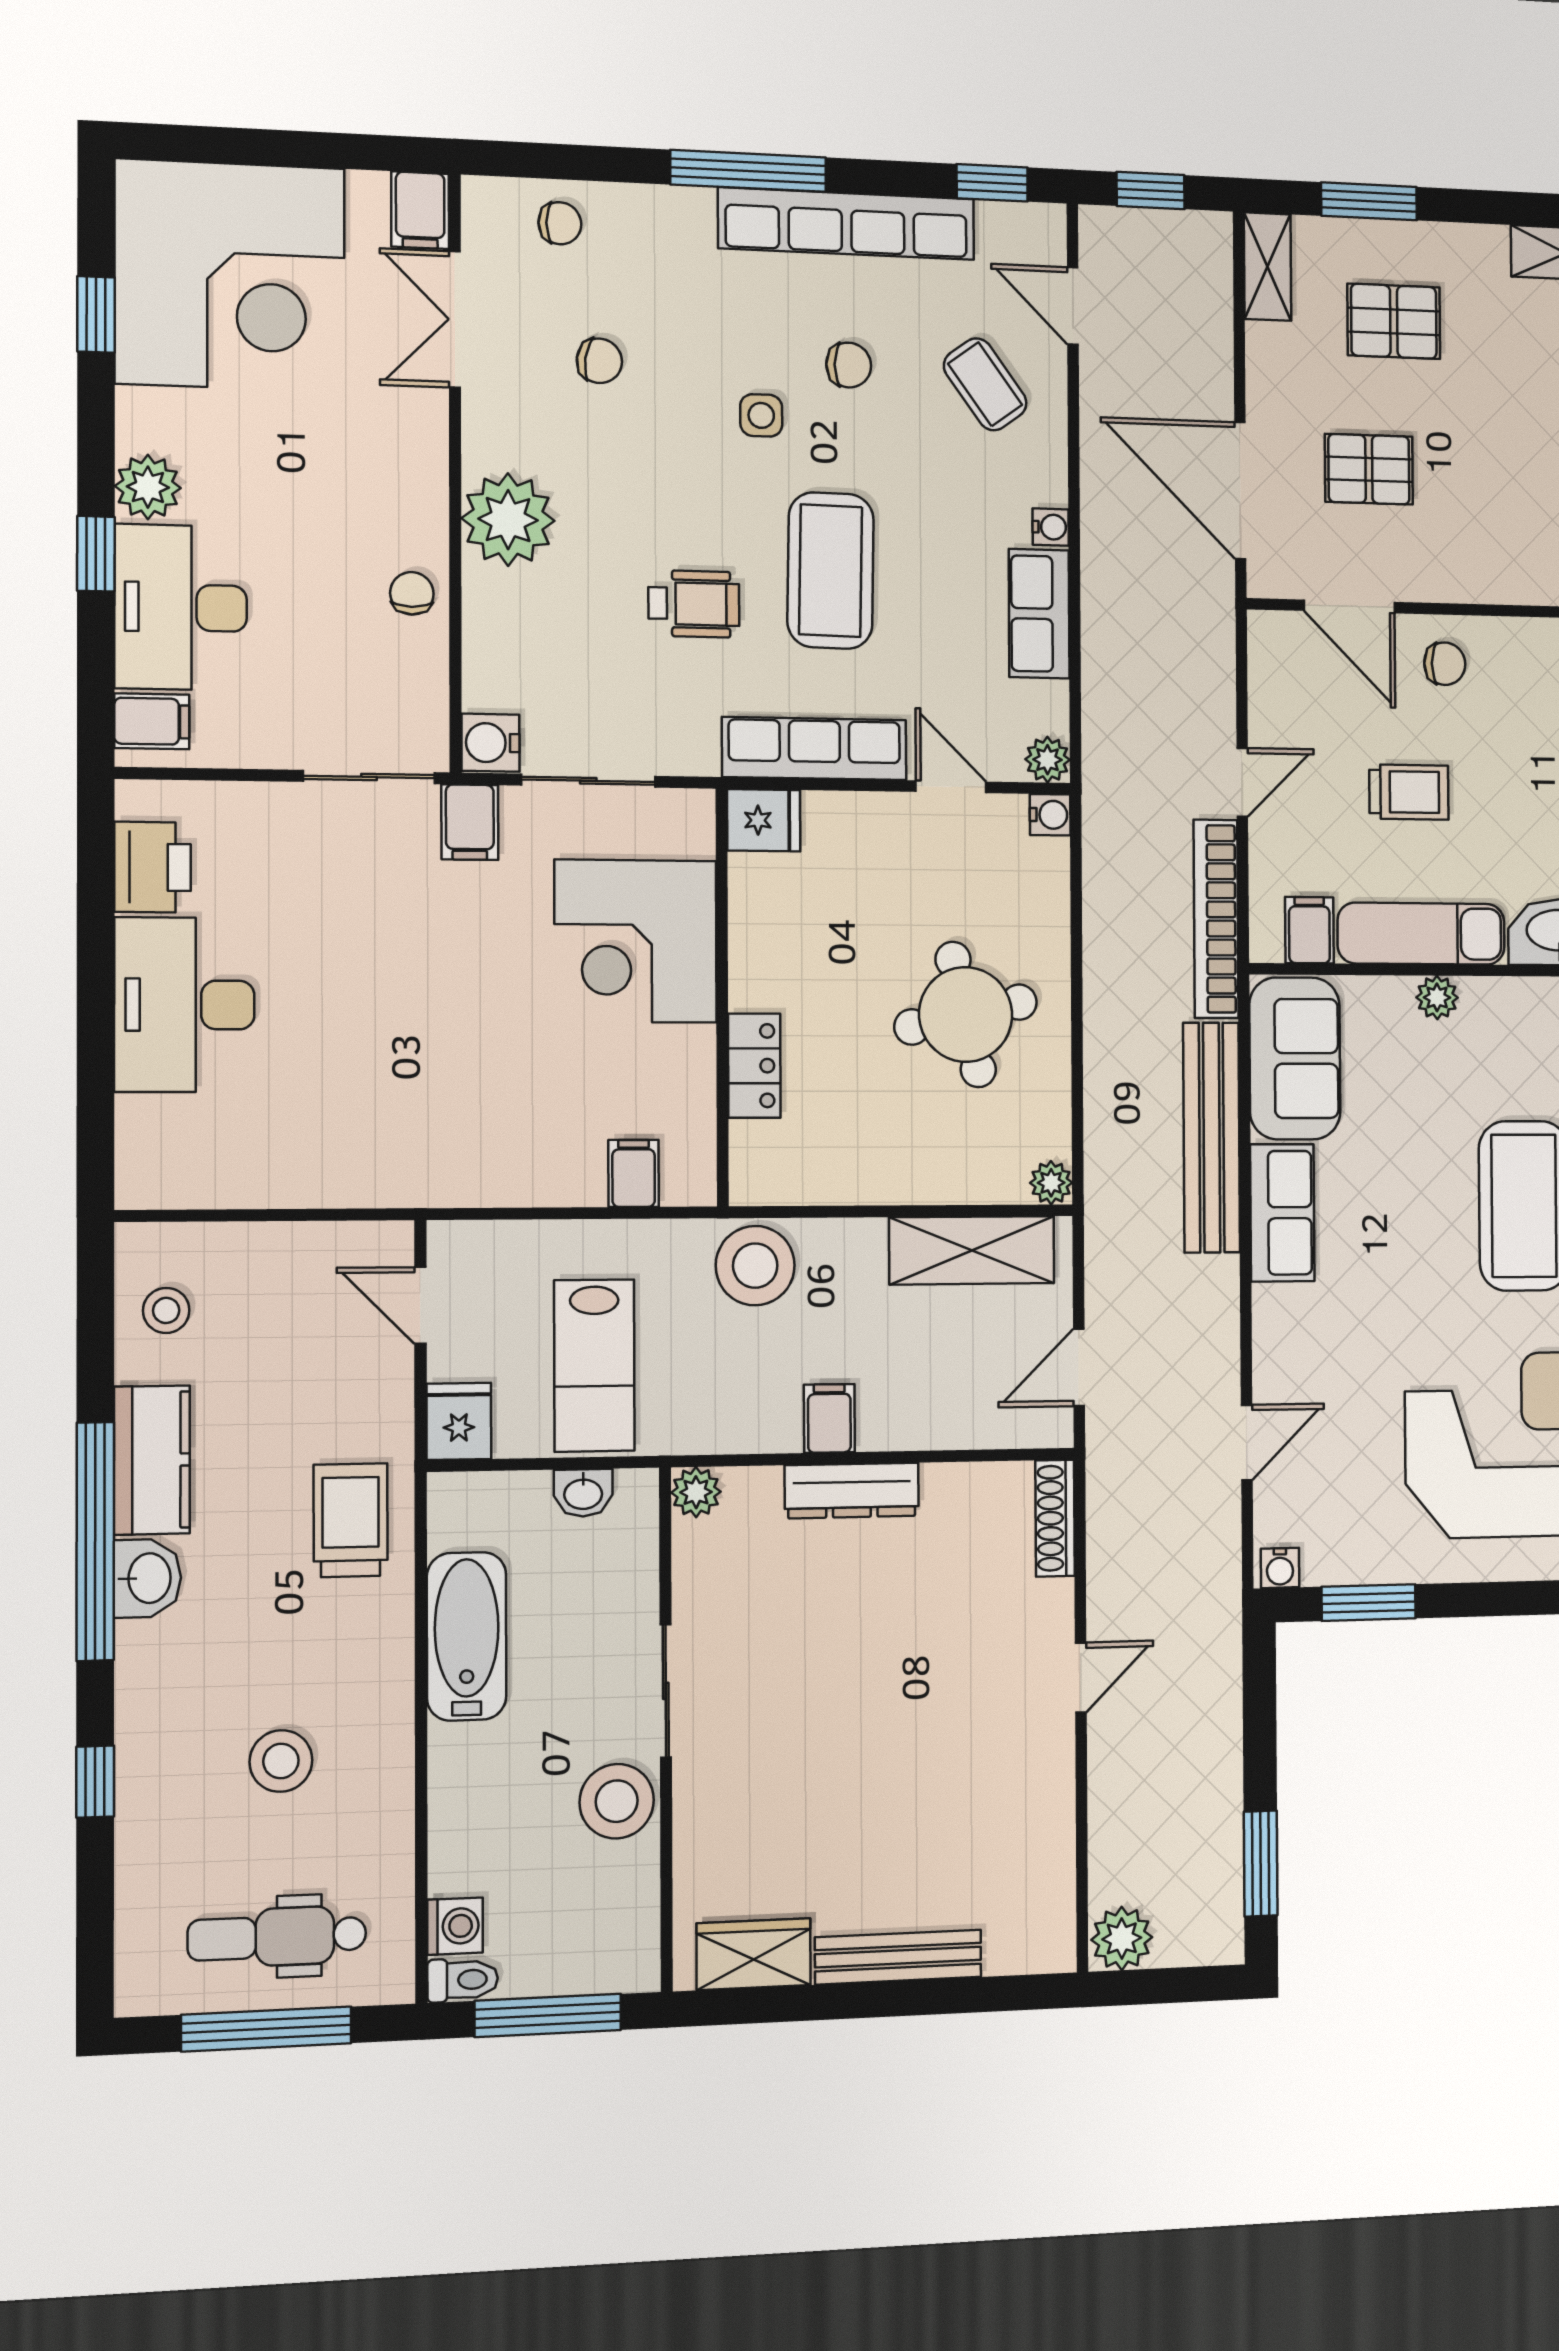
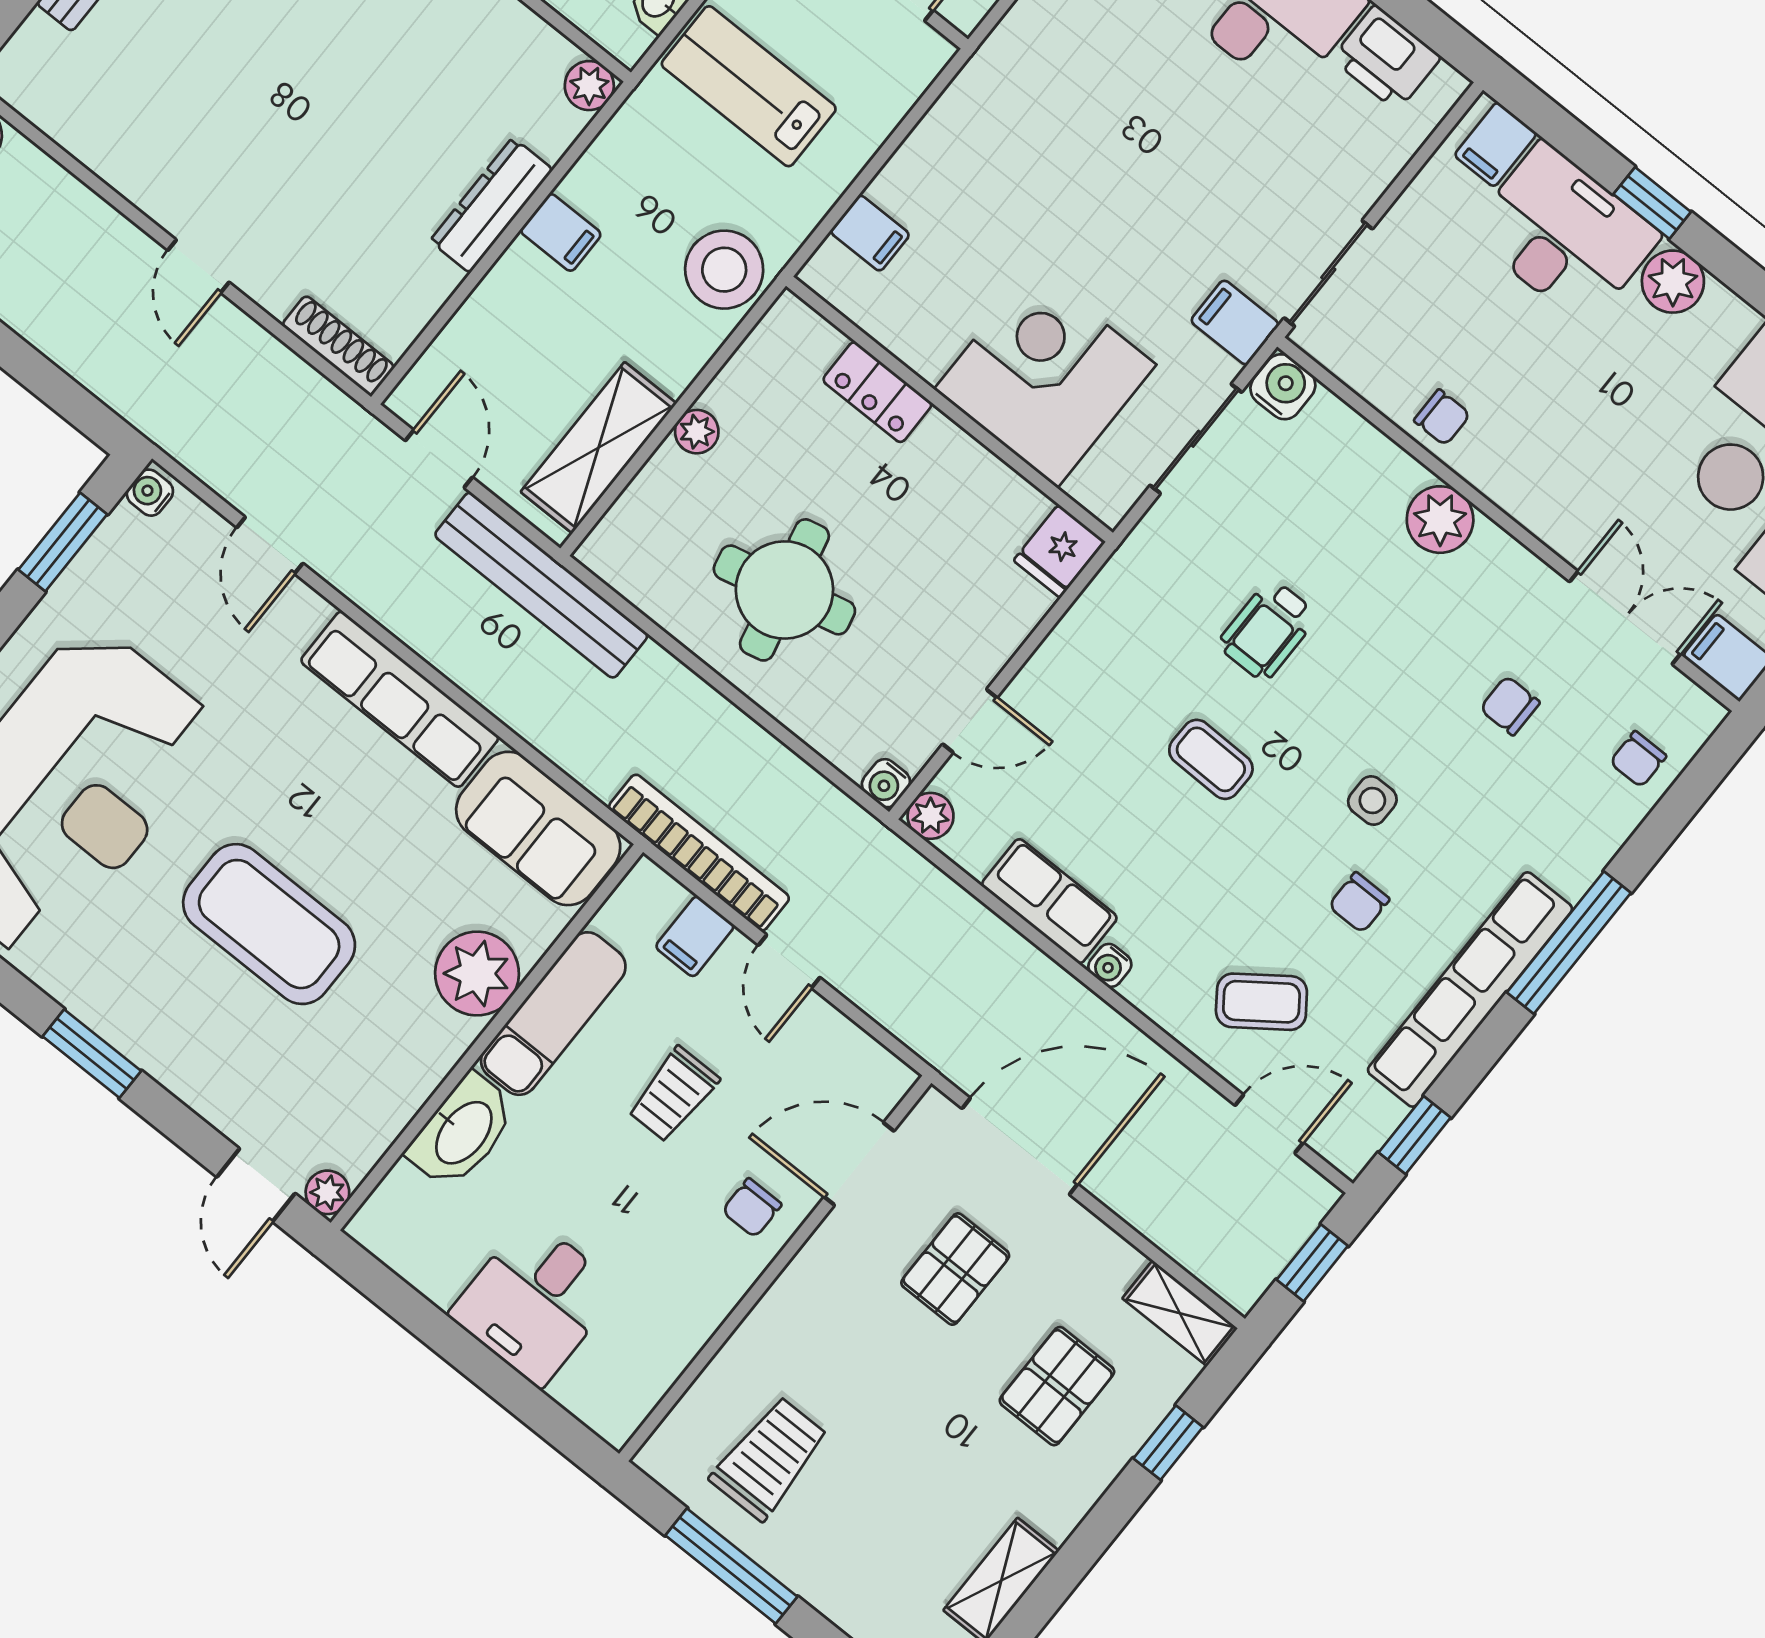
window: (1369, 201) -> (1168, 1443), width x0.67
chair: (599, 361) -> (1510, 706), turned 82
plant: (508, 520) -> (1440, 520), width x0.73, depth x0.73
coffee table: (831, 571) -> (1211, 759), width x0.54, depth x0.58
row of seats: (814, 749) -> (1084, 636), removed
filing cabinet: (1309, 930) -> (695, 936), moved, turned 90
plant: (1437, 997) -> (477, 974), width x1.87, depth x1.87
bench: (1212, 1138) -> (541, 585), moved
plant: (1051, 1183) -> (697, 432), moved
row of seats: (1282, 1213) -> (400, 699), width x1.48

